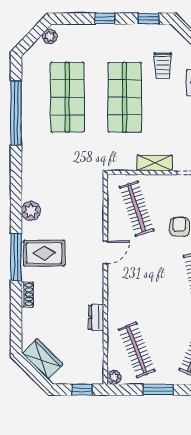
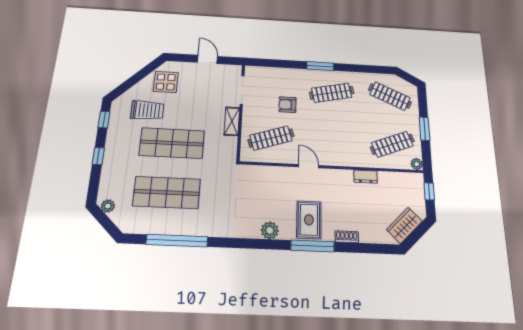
trolley: (163, 65) -> (147, 110), width x1.36, depth x1.39

